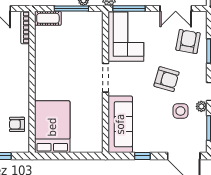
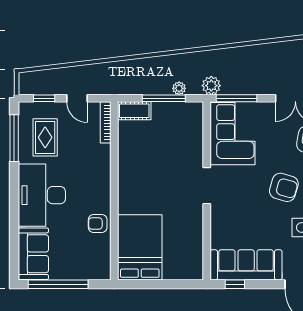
armchair: (17, 124) -> (98, 223), moved
sofa: (120, 124) -> (246, 265), moved, turned -90
window: (142, 156) -> (235, 284), moved

